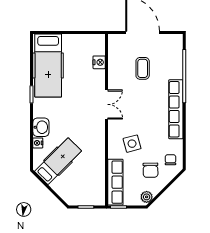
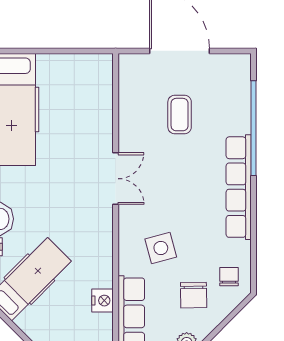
nightstand: (99, 62) -> (103, 301), moved

